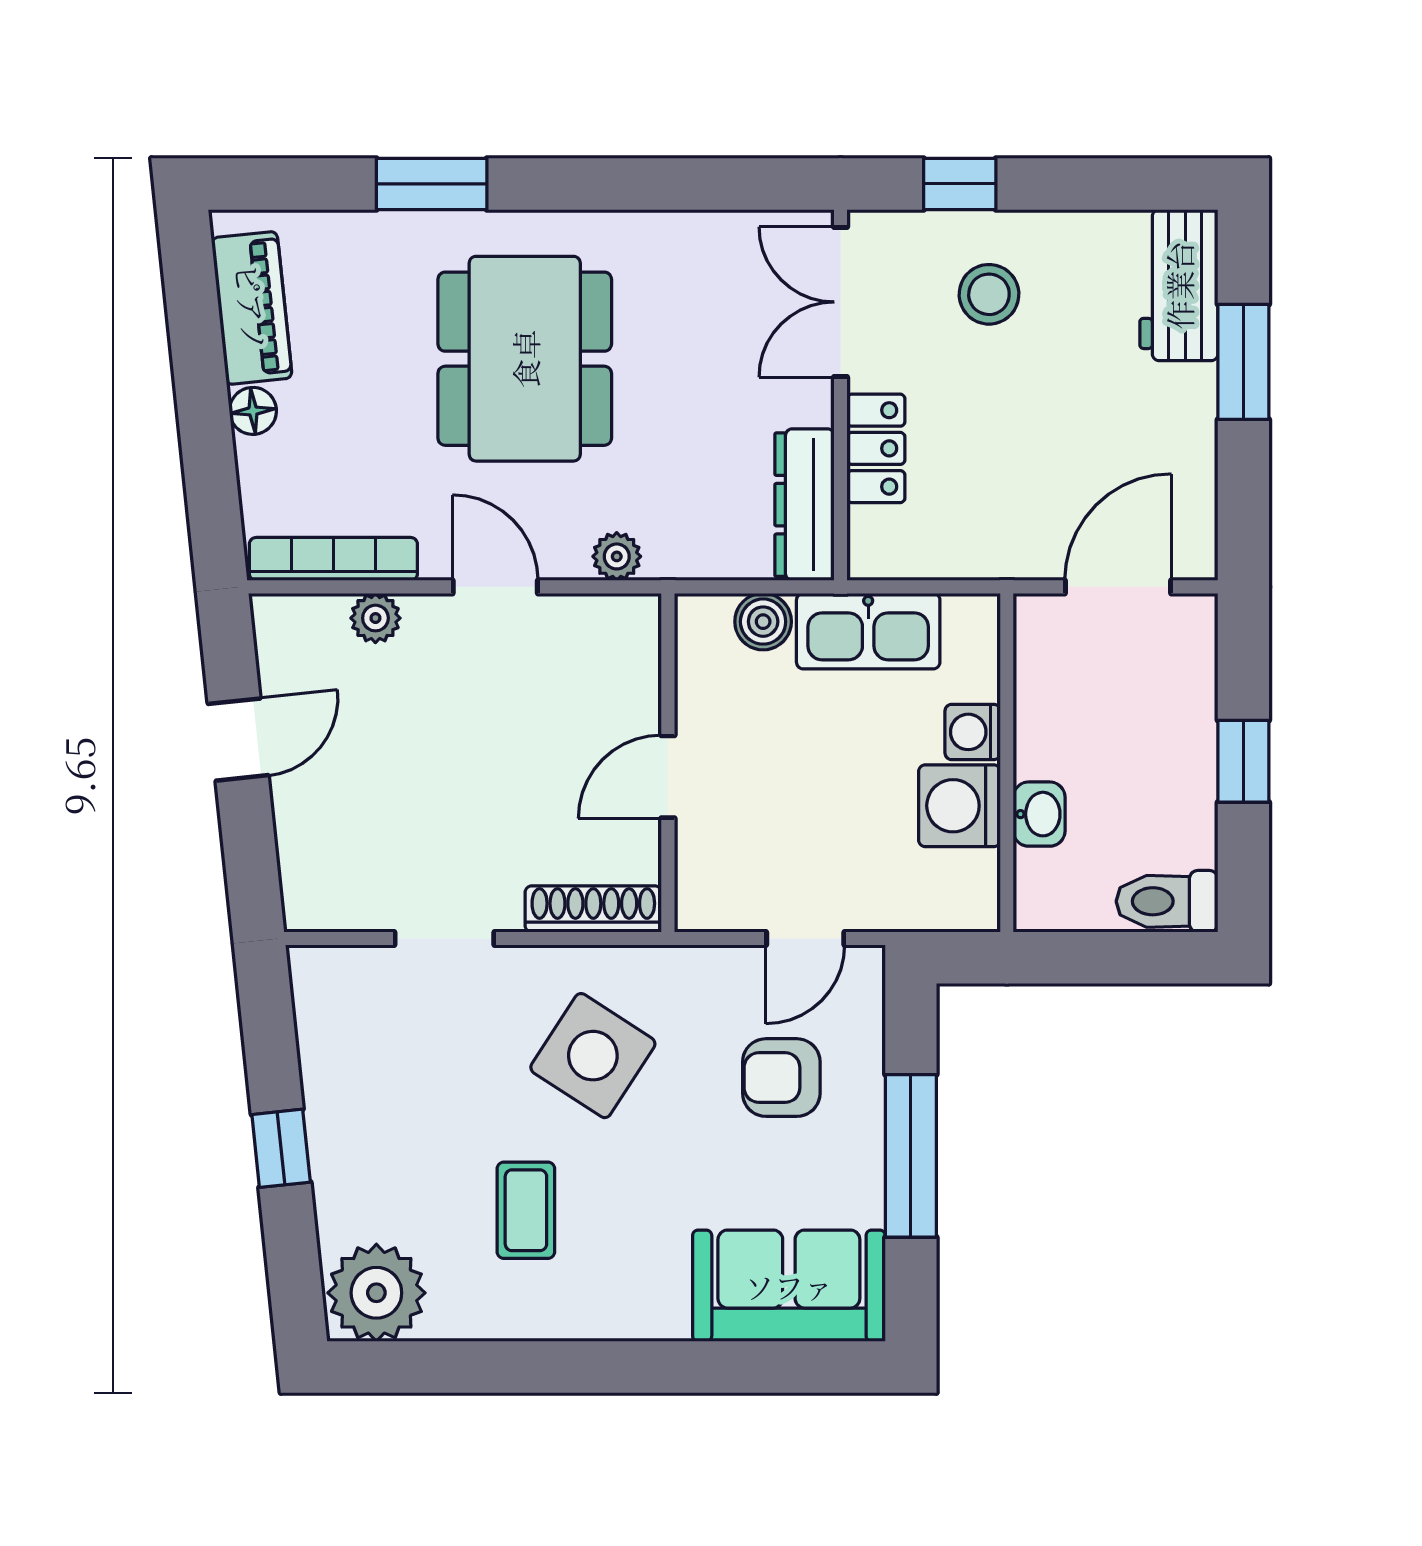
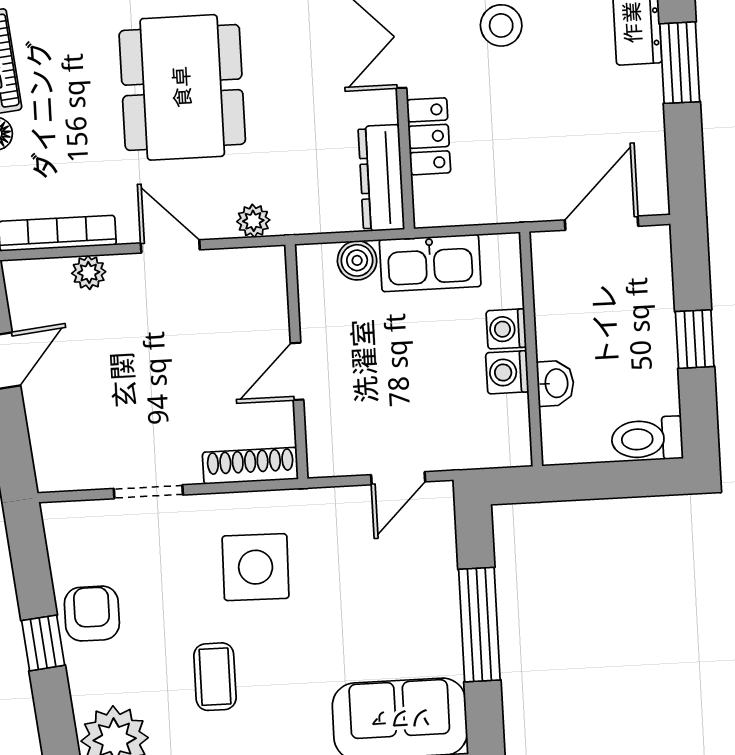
washing machine: (959, 806) -> (507, 372), width x0.73, depth x0.73
side table: (593, 1056) -> (256, 567), turned -32
armchair: (781, 1078) -> (92, 614), moved, turned 90

